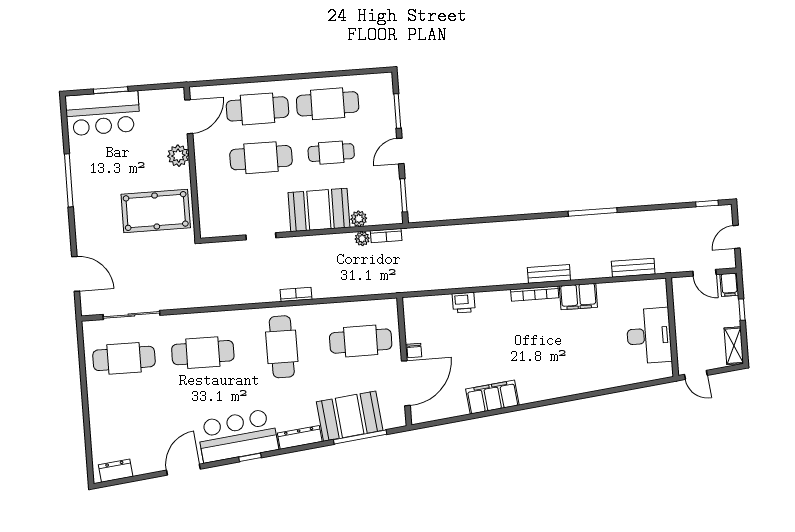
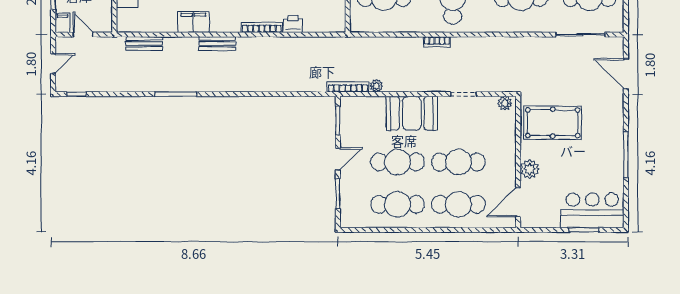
cafe table: (331, 153) -> (398, 162), width x1.37, depth x1.35
plant: (359, 219) -> (505, 103), moved
bookcase: (386, 236) -> (348, 87), width x1.56
bookcase: (535, 294) -> (262, 27), moved

